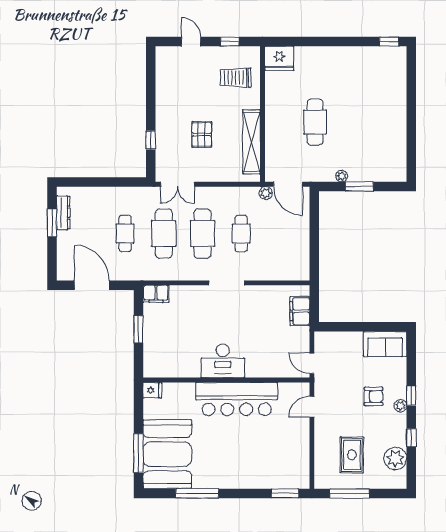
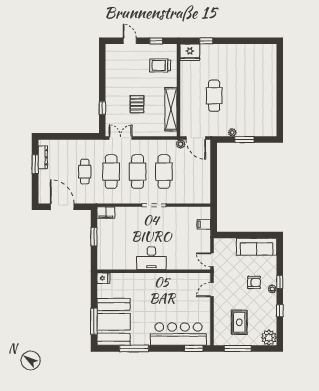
window: (389, 42) -> (206, 41), moved
double door: (177, 184) -> (120, 138), swing flipped
cafe table: (241, 234) -> (164, 172), width x1.37, depth x1.35
filing cabinet: (300, 311) -> (204, 224), width x0.50
sofa: (385, 344) -> (257, 247), width x1.36
bar counter: (237, 399) -> (178, 334), moved, turned 180
plant: (395, 459) -> (269, 338), moved

